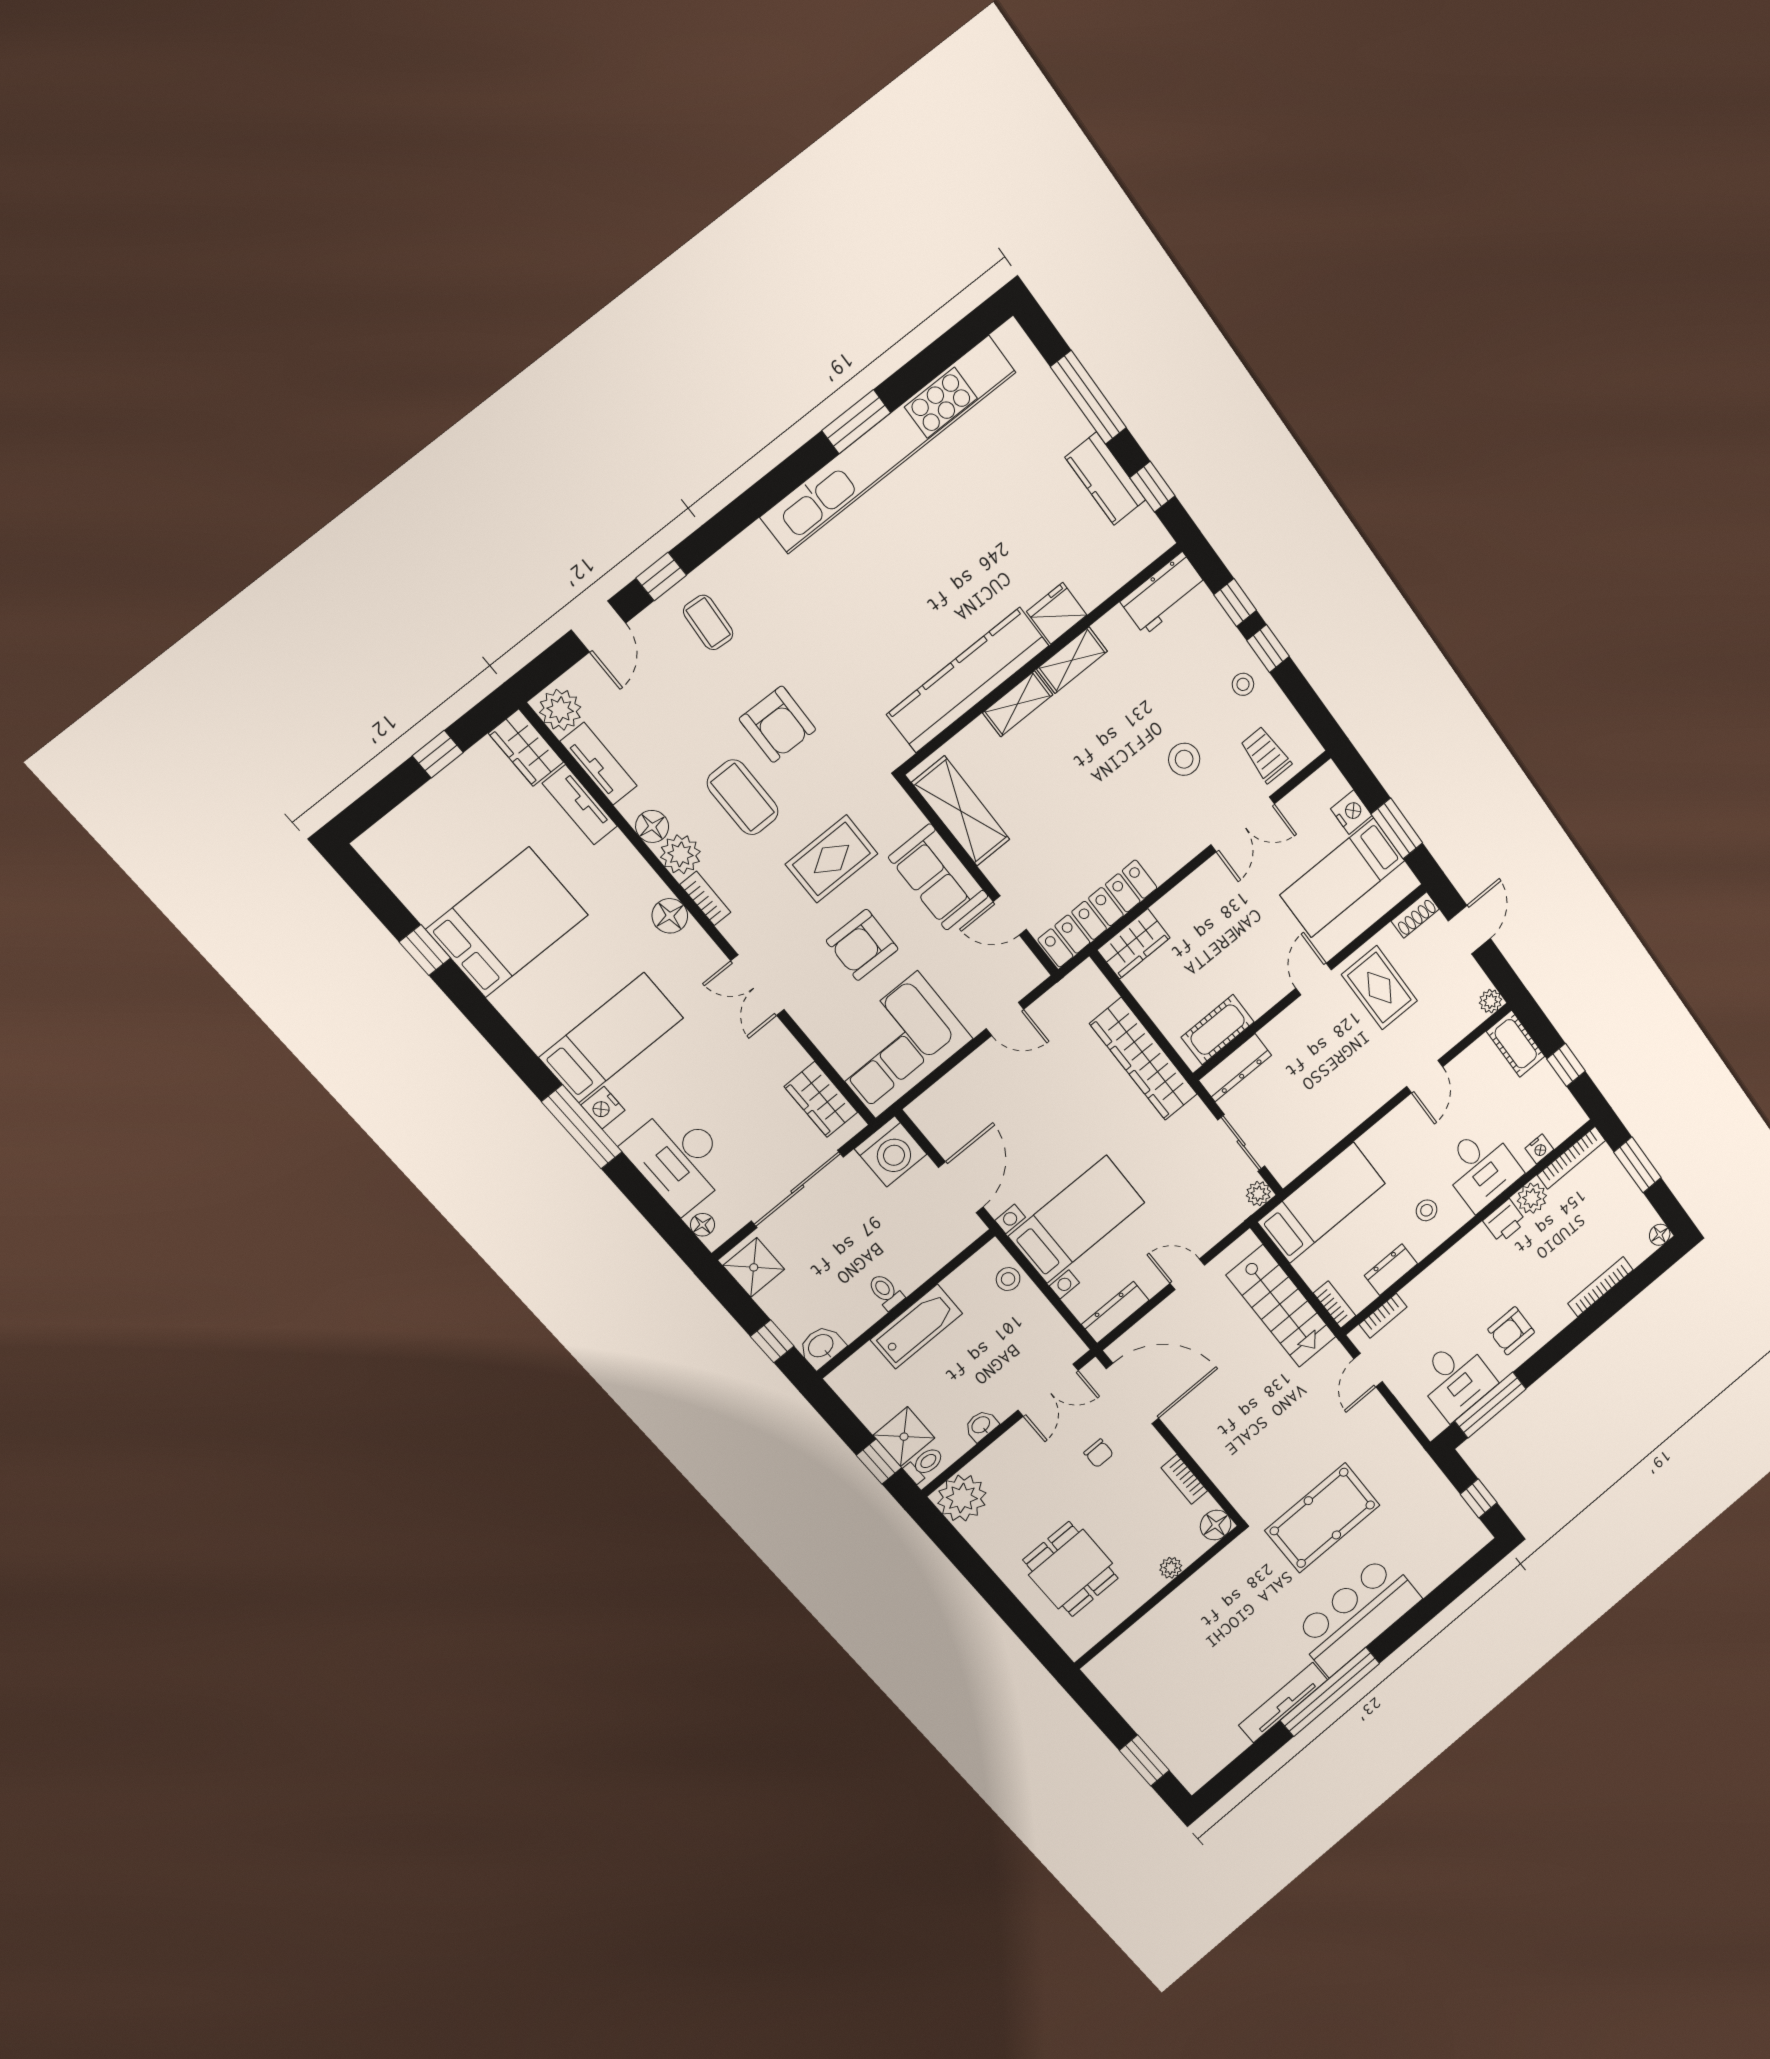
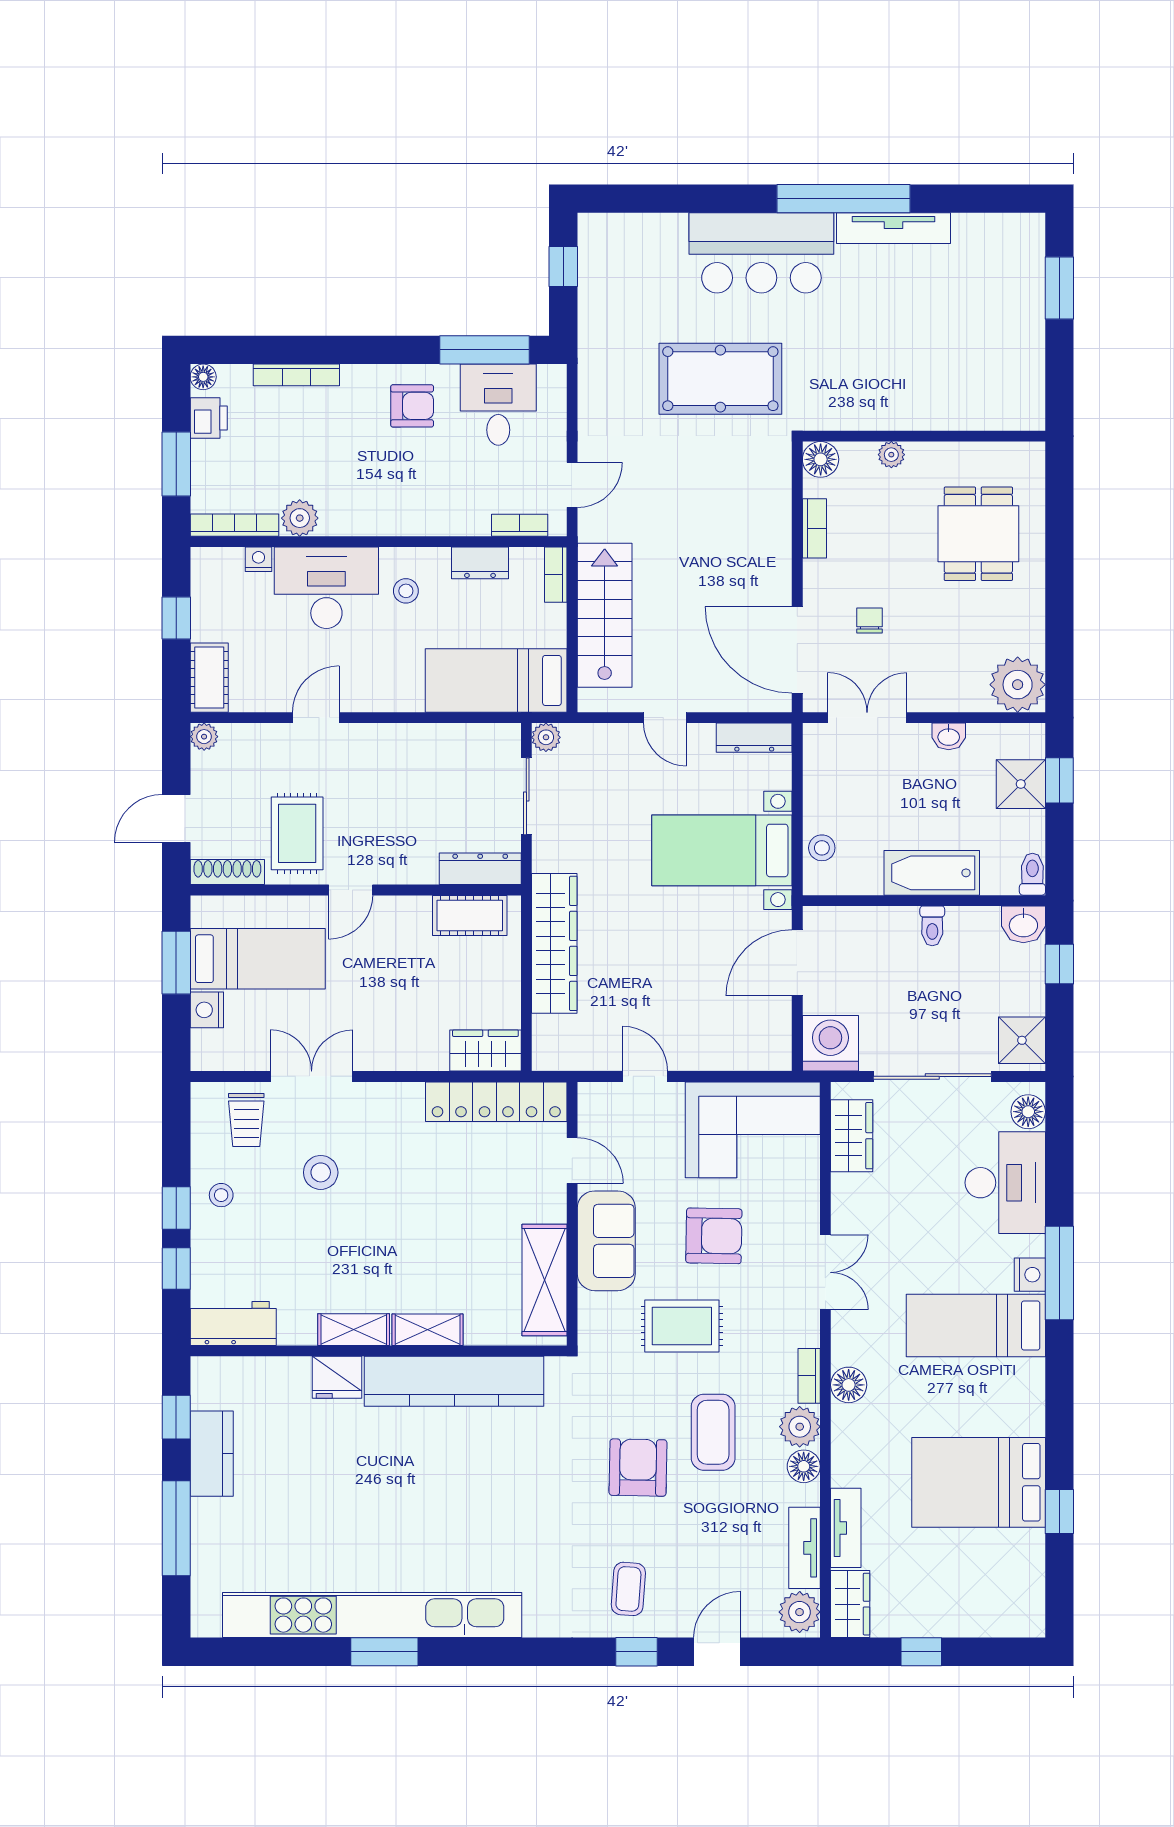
shoe rack: (1415, 915) -> (227, 872), width x1.43
desk: (1481, 1168) -> (326, 588), width x1.37
printer: (1505, 1221) -> (209, 418), moved, turned 90
floor lamp: (702, 1225) -> (1028, 1112), width x1.37, depth x1.37
toilet: (924, 1464) -> (1032, 874), moved, turned 90

